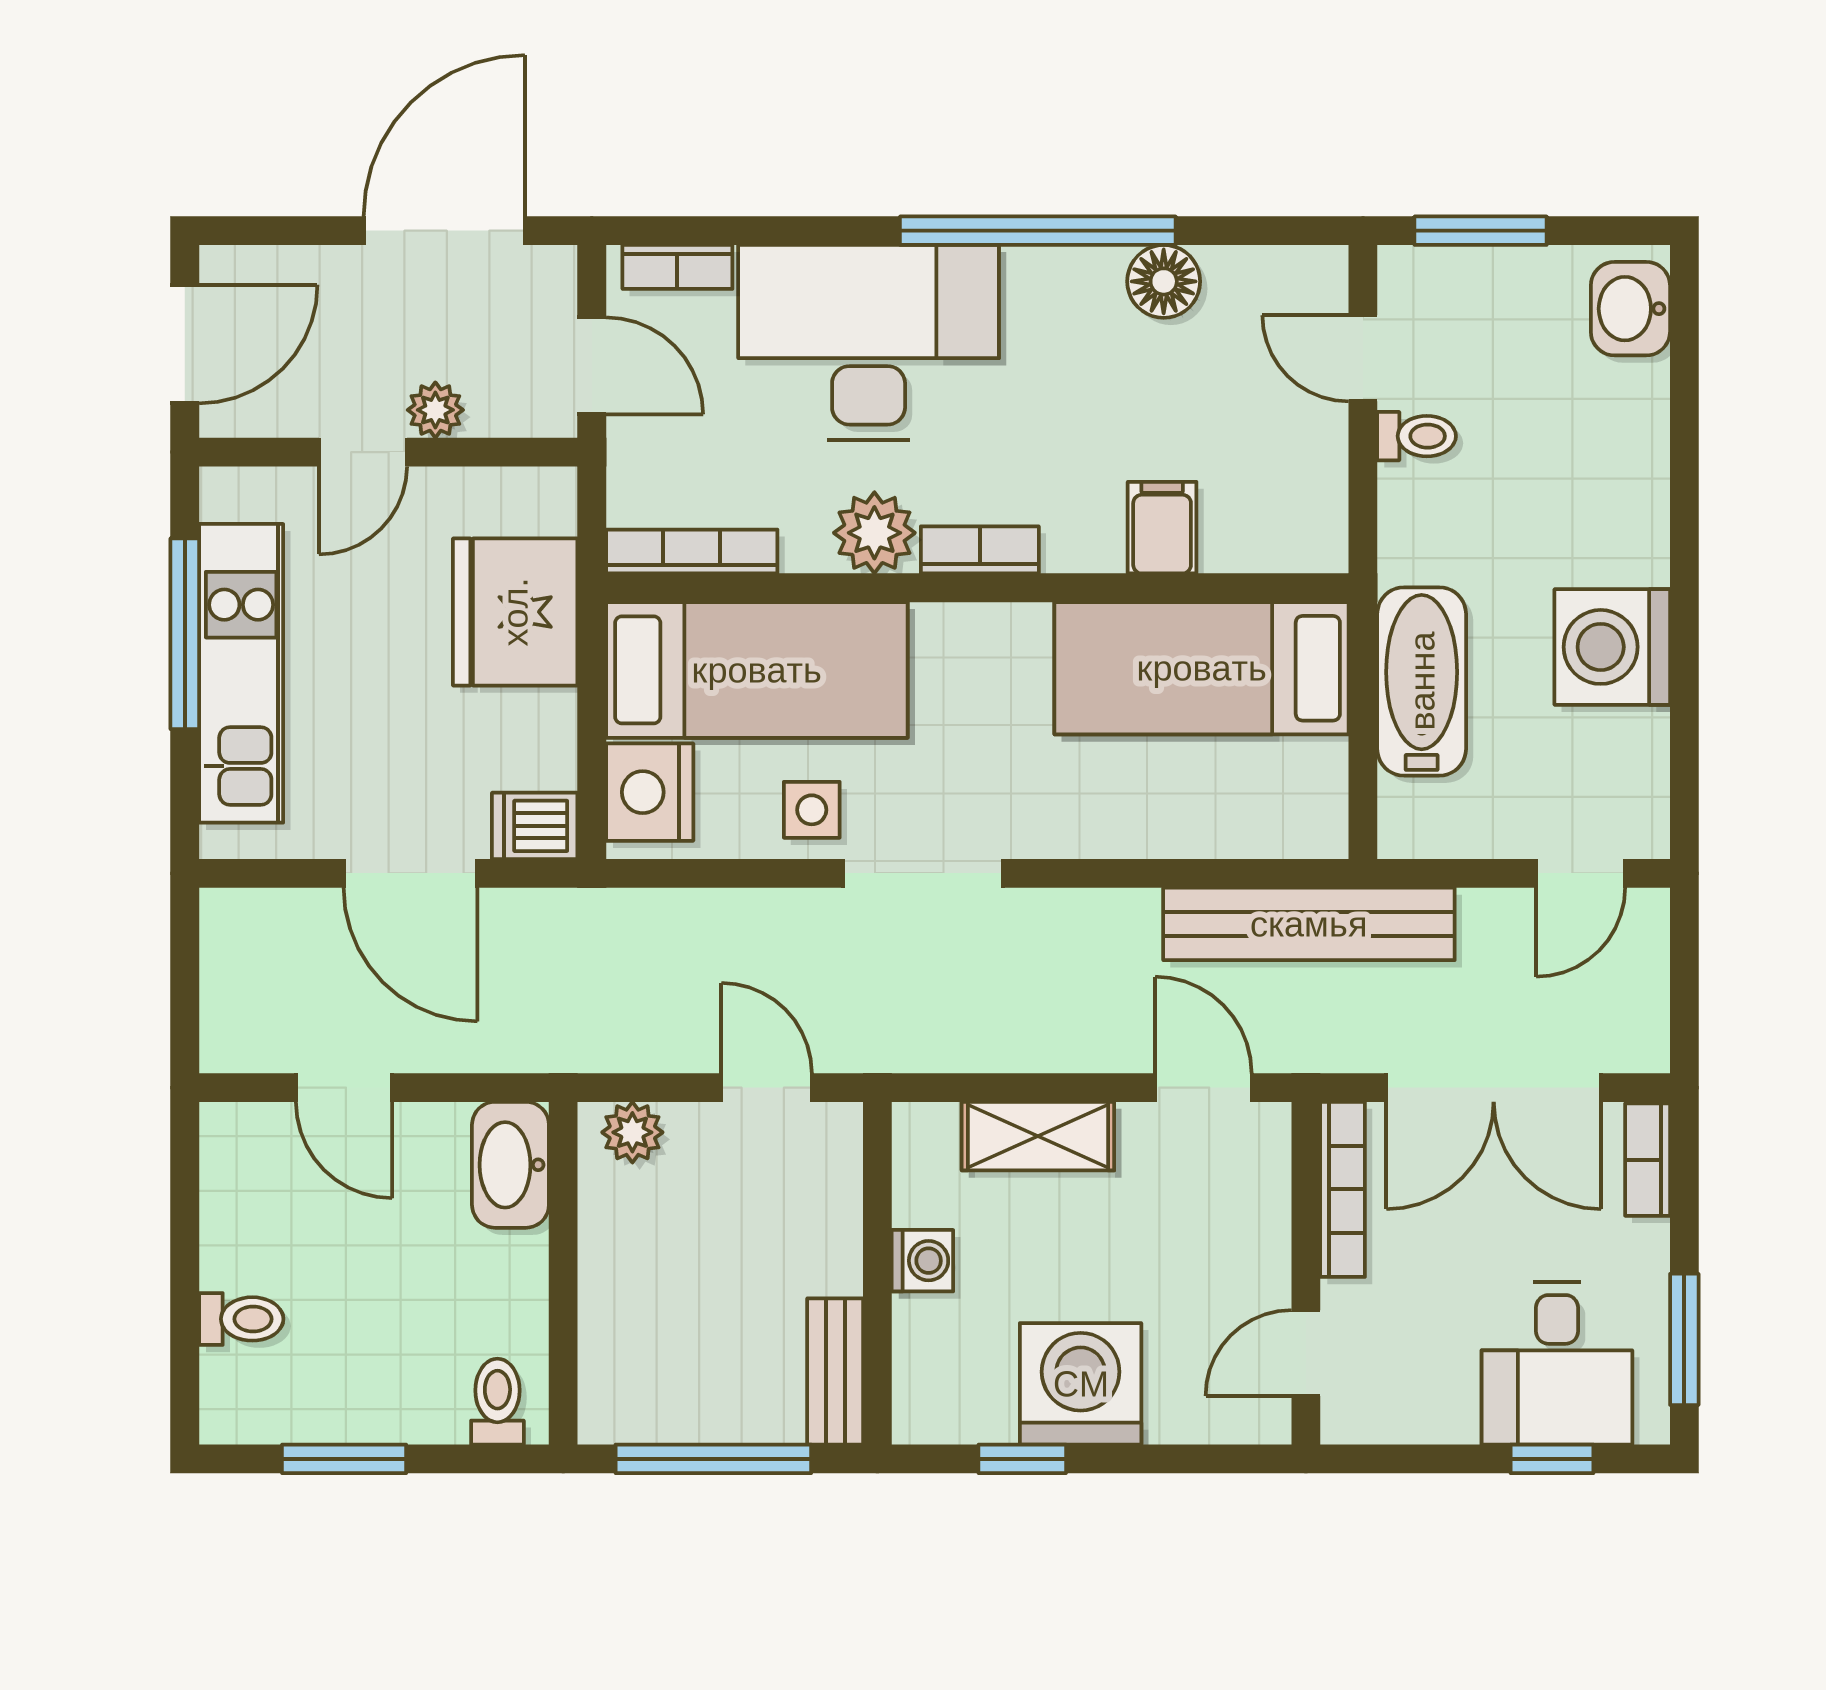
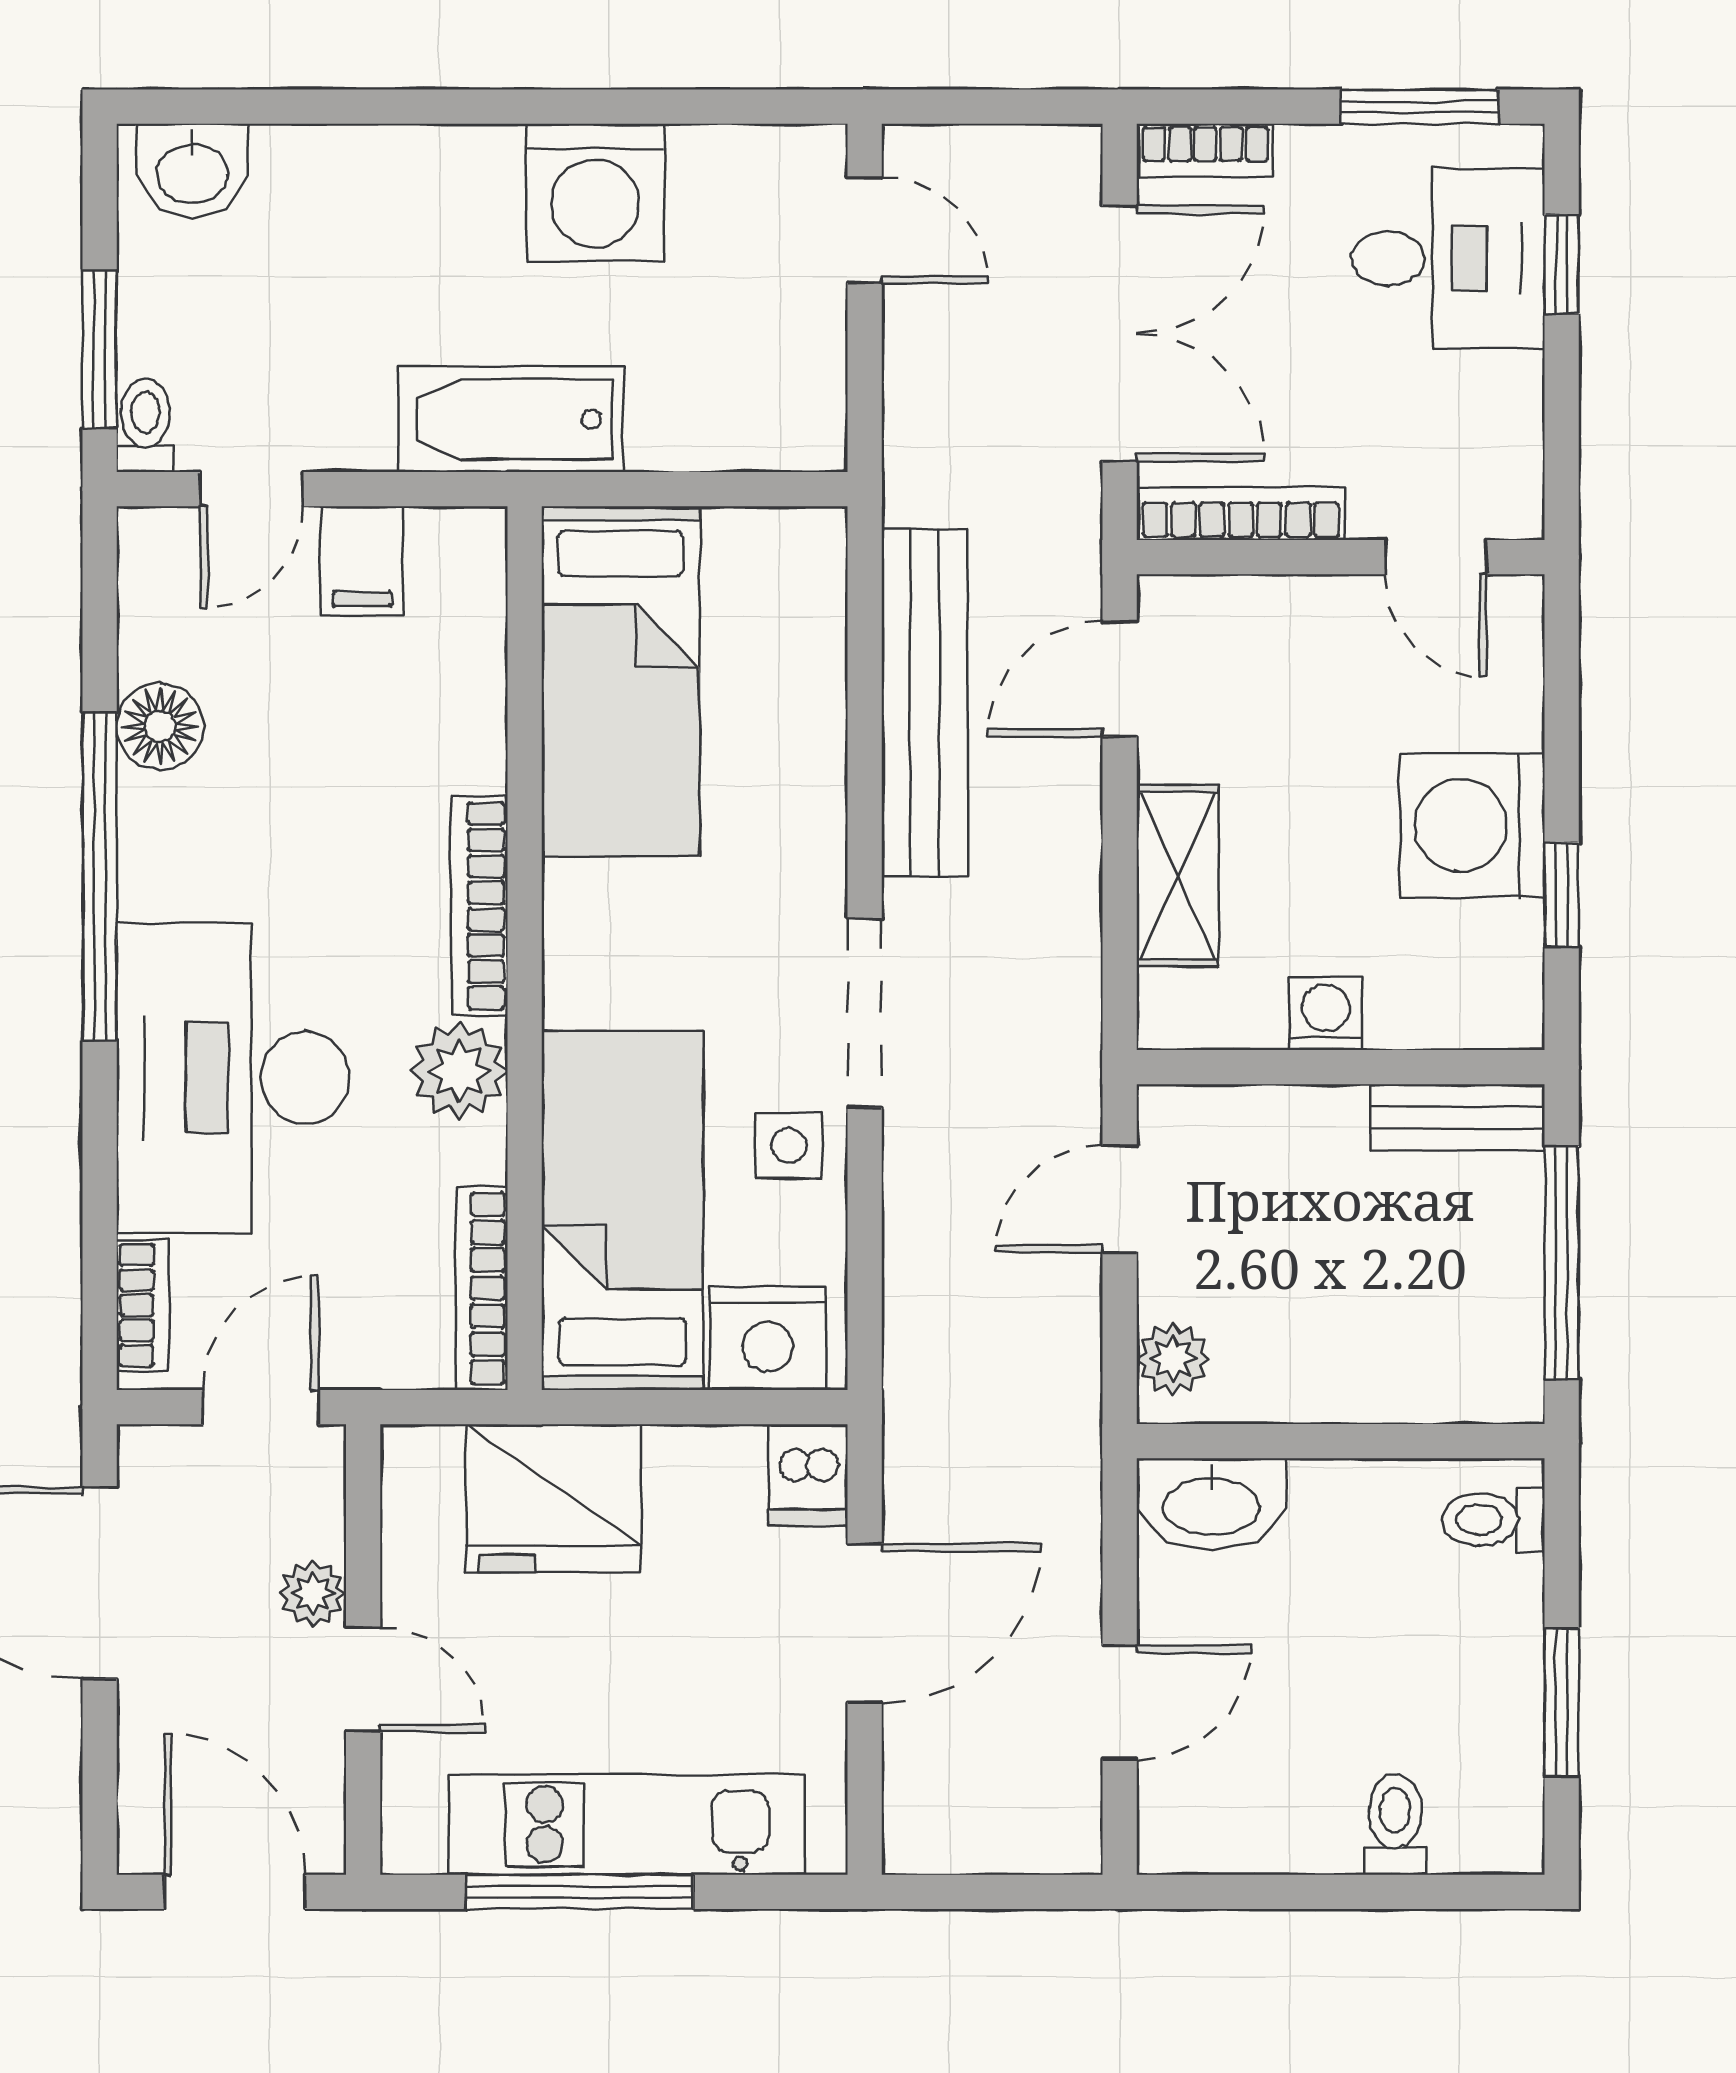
toilet: (1417, 436) -> (145, 425), moved
filing cabinet: (1162, 528) -> (362, 561), moved, turned -90
bookcase: (980, 550) -> (479, 906), width x1.56
bathtub: (1422, 681) -> (511, 419), moved
bench: (1309, 924) -> (925, 703), moved

